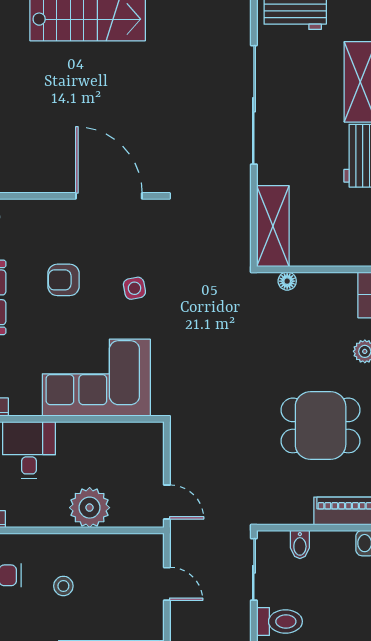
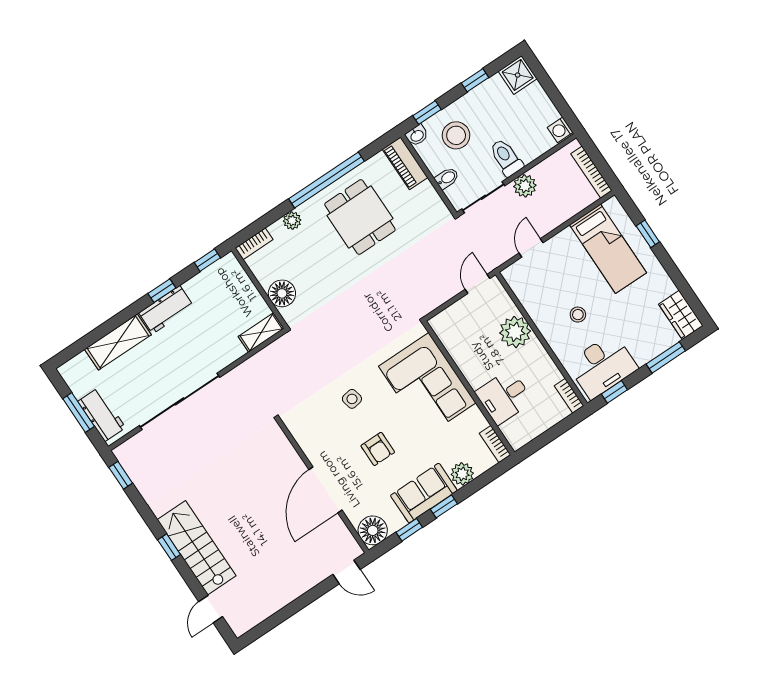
door: (109, 196) -> (325, 490), moved
shelving: (273, 226) -> (261, 332), width x0.67, depth x0.75
floor lamp: (287, 281) -> (282, 293), width x1.89, depth x1.89
stool: (338, 585) -> (456, 135), added
plant: (237, 621) -> (525, 186), added

